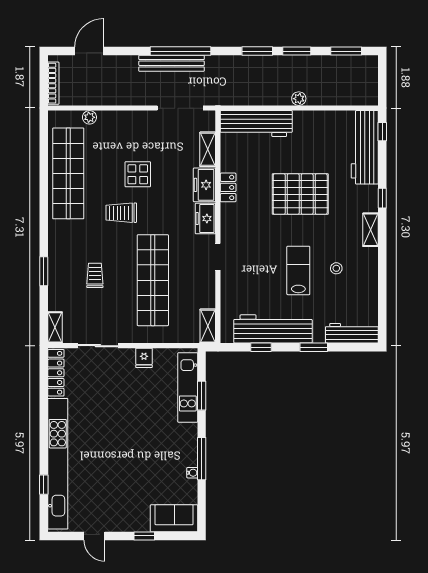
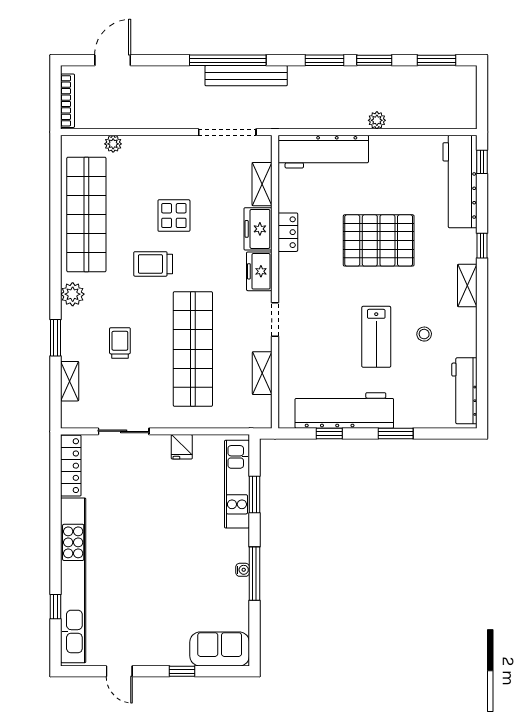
bench: (171, 63) -> (246, 76), moved
plant: (57, 237) -> (73, 294), added
lab bench: (298, 270) -> (376, 337), turned 180
shelving: (208, 326) -> (262, 373), moved
shelving: (55, 327) -> (70, 381), moved
workbench: (352, 333) -> (464, 391), moved, turned -90
water cooler: (192, 473) -> (243, 570), moved

